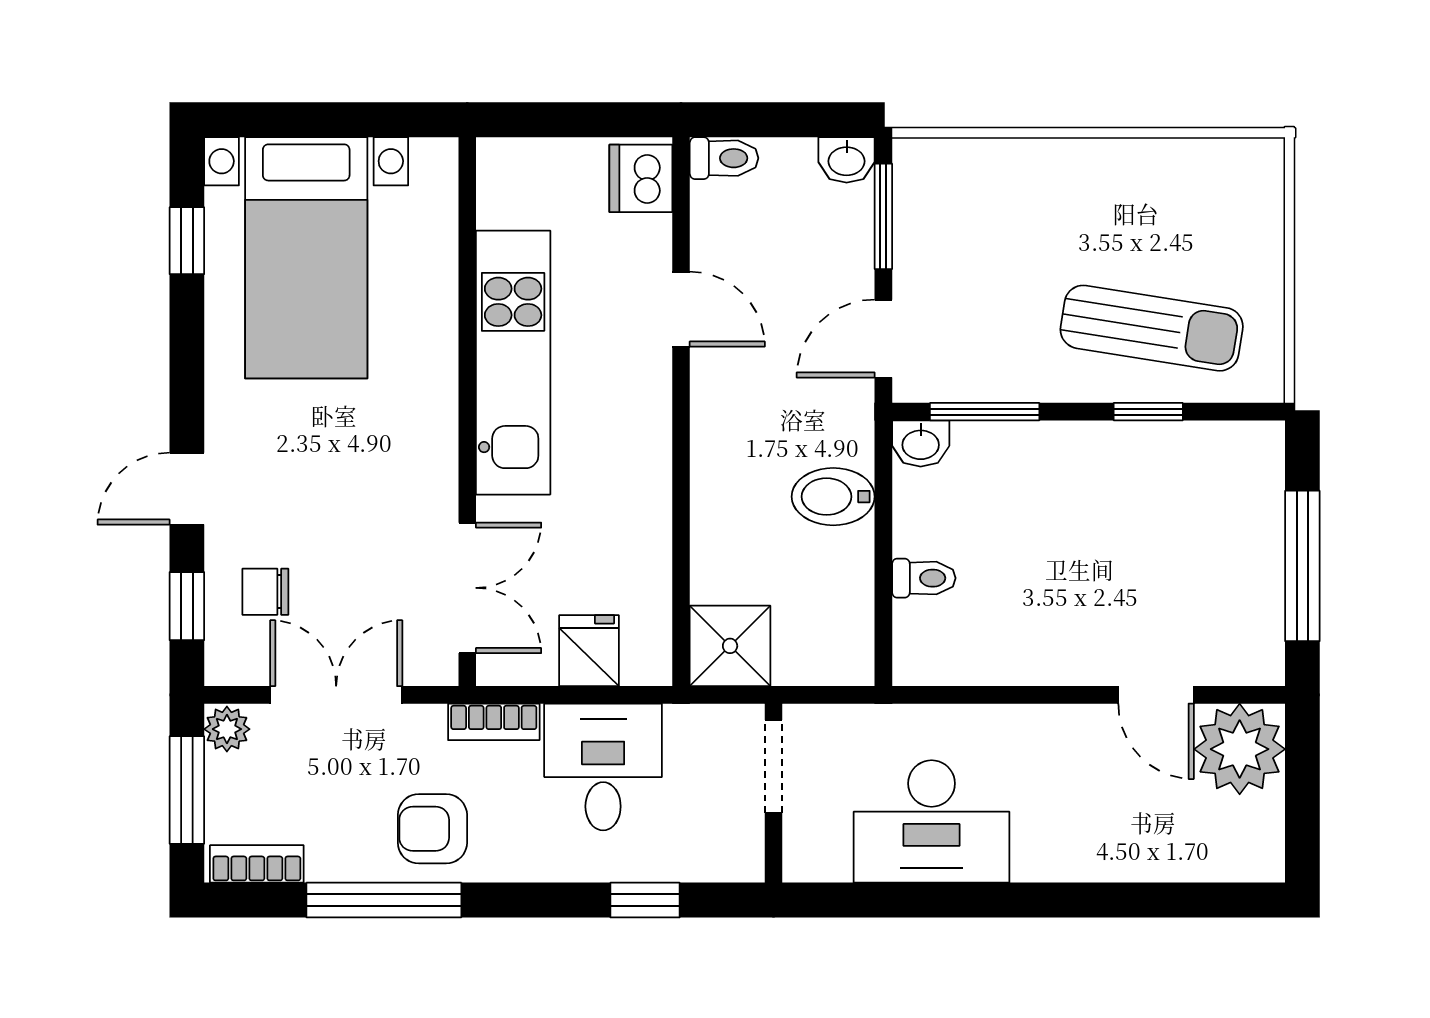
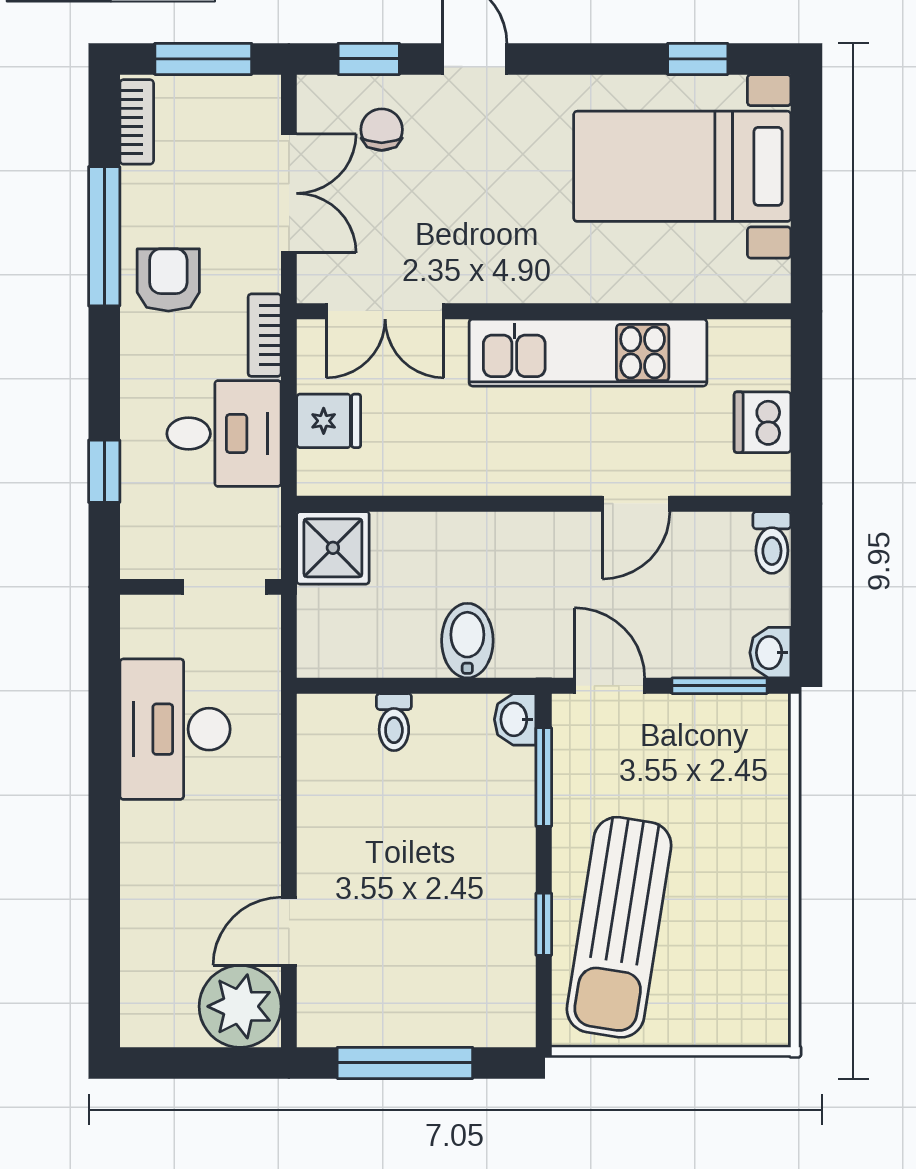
dishwasher: (641, 178) -> (762, 422), moved, turned -90
sun lounger: (1152, 328) -> (619, 927), width x1.36, depth x1.34
plant: (227, 729) -> (258, 95), removed

